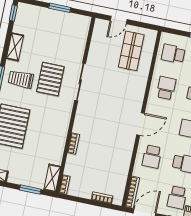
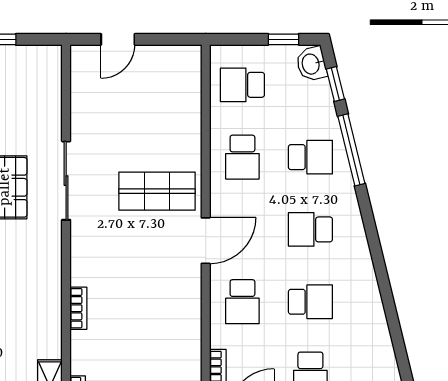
shop shelf: (131, 51) -> (157, 191), moved, turned 90
school desk: (166, 88) -> (242, 157), turned 180

